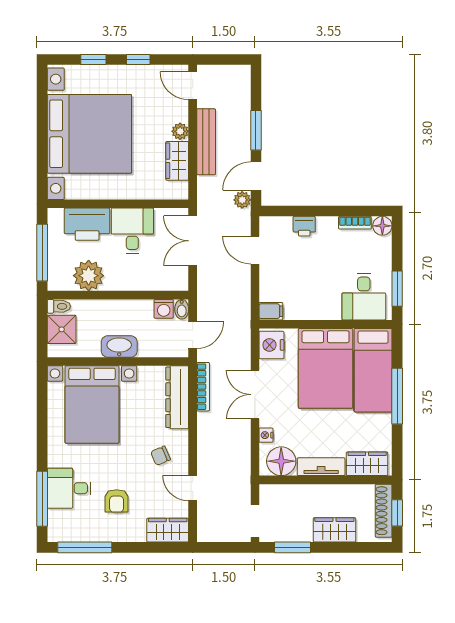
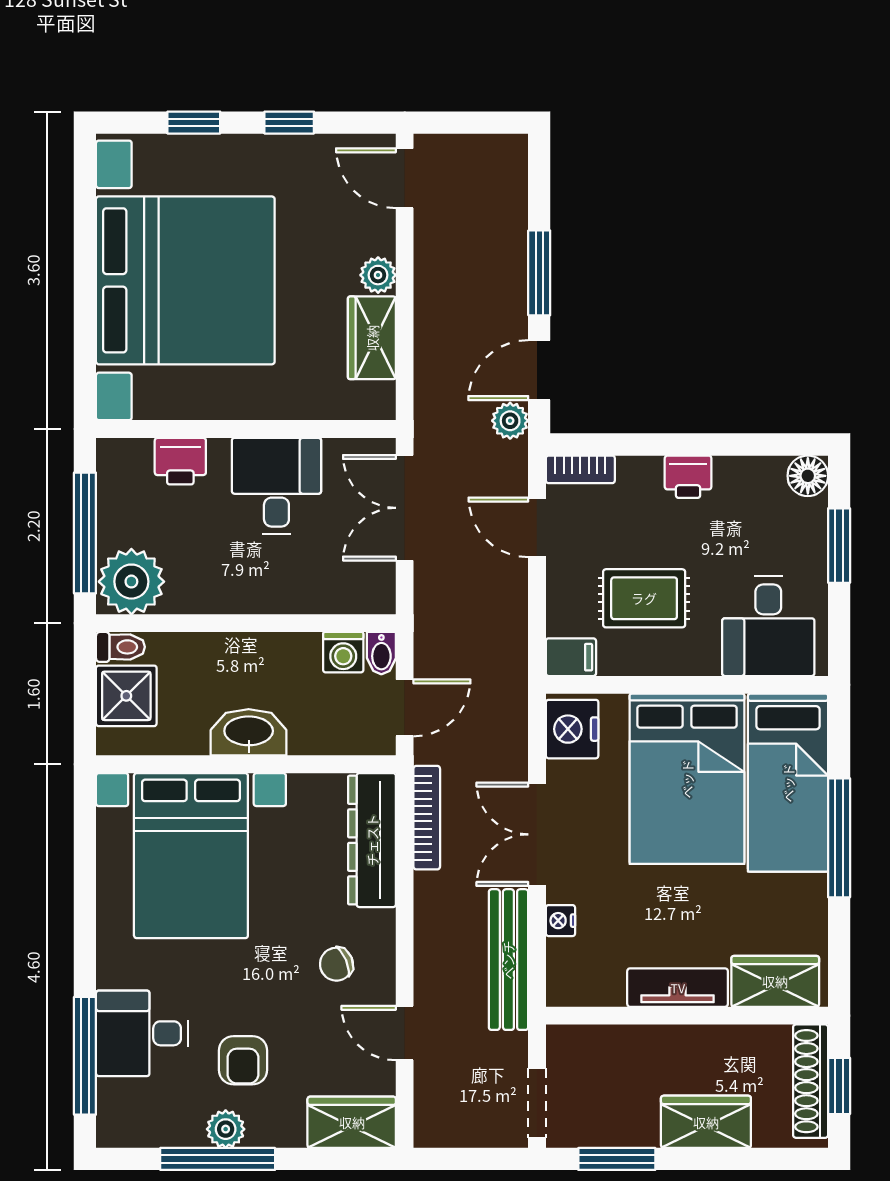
bench: (206, 142) -> (508, 960), moved
bookcase: (355, 223) -> (580, 469), moved
printer: (87, 224) -> (180, 461), width x0.53, depth x0.68
printer: (304, 226) -> (688, 477), moved
plant: (89, 276) -> (131, 582), moved
rug: (305, 283) -> (644, 598), added
window: (397, 289) -> (839, 546), moved
floor lamp: (281, 461) -> (593, 976), removed
plant: (108, 533) -> (226, 1129), added
window: (85, 547) -> (218, 1159), moved

